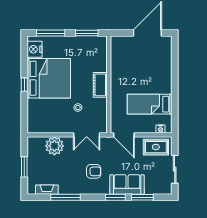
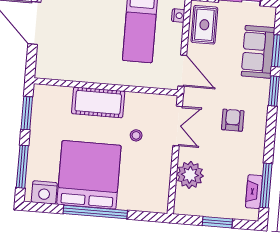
window: (24, 85) -> (95, 212), width x3.17
cot: (100, 85) -> (98, 102), width x1.37, depth x1.34
door: (124, 135) -> (182, 71), hinge flipped
sofa: (127, 184) -> (258, 52), moved
window: (66, 197) -> (266, 186), moved

